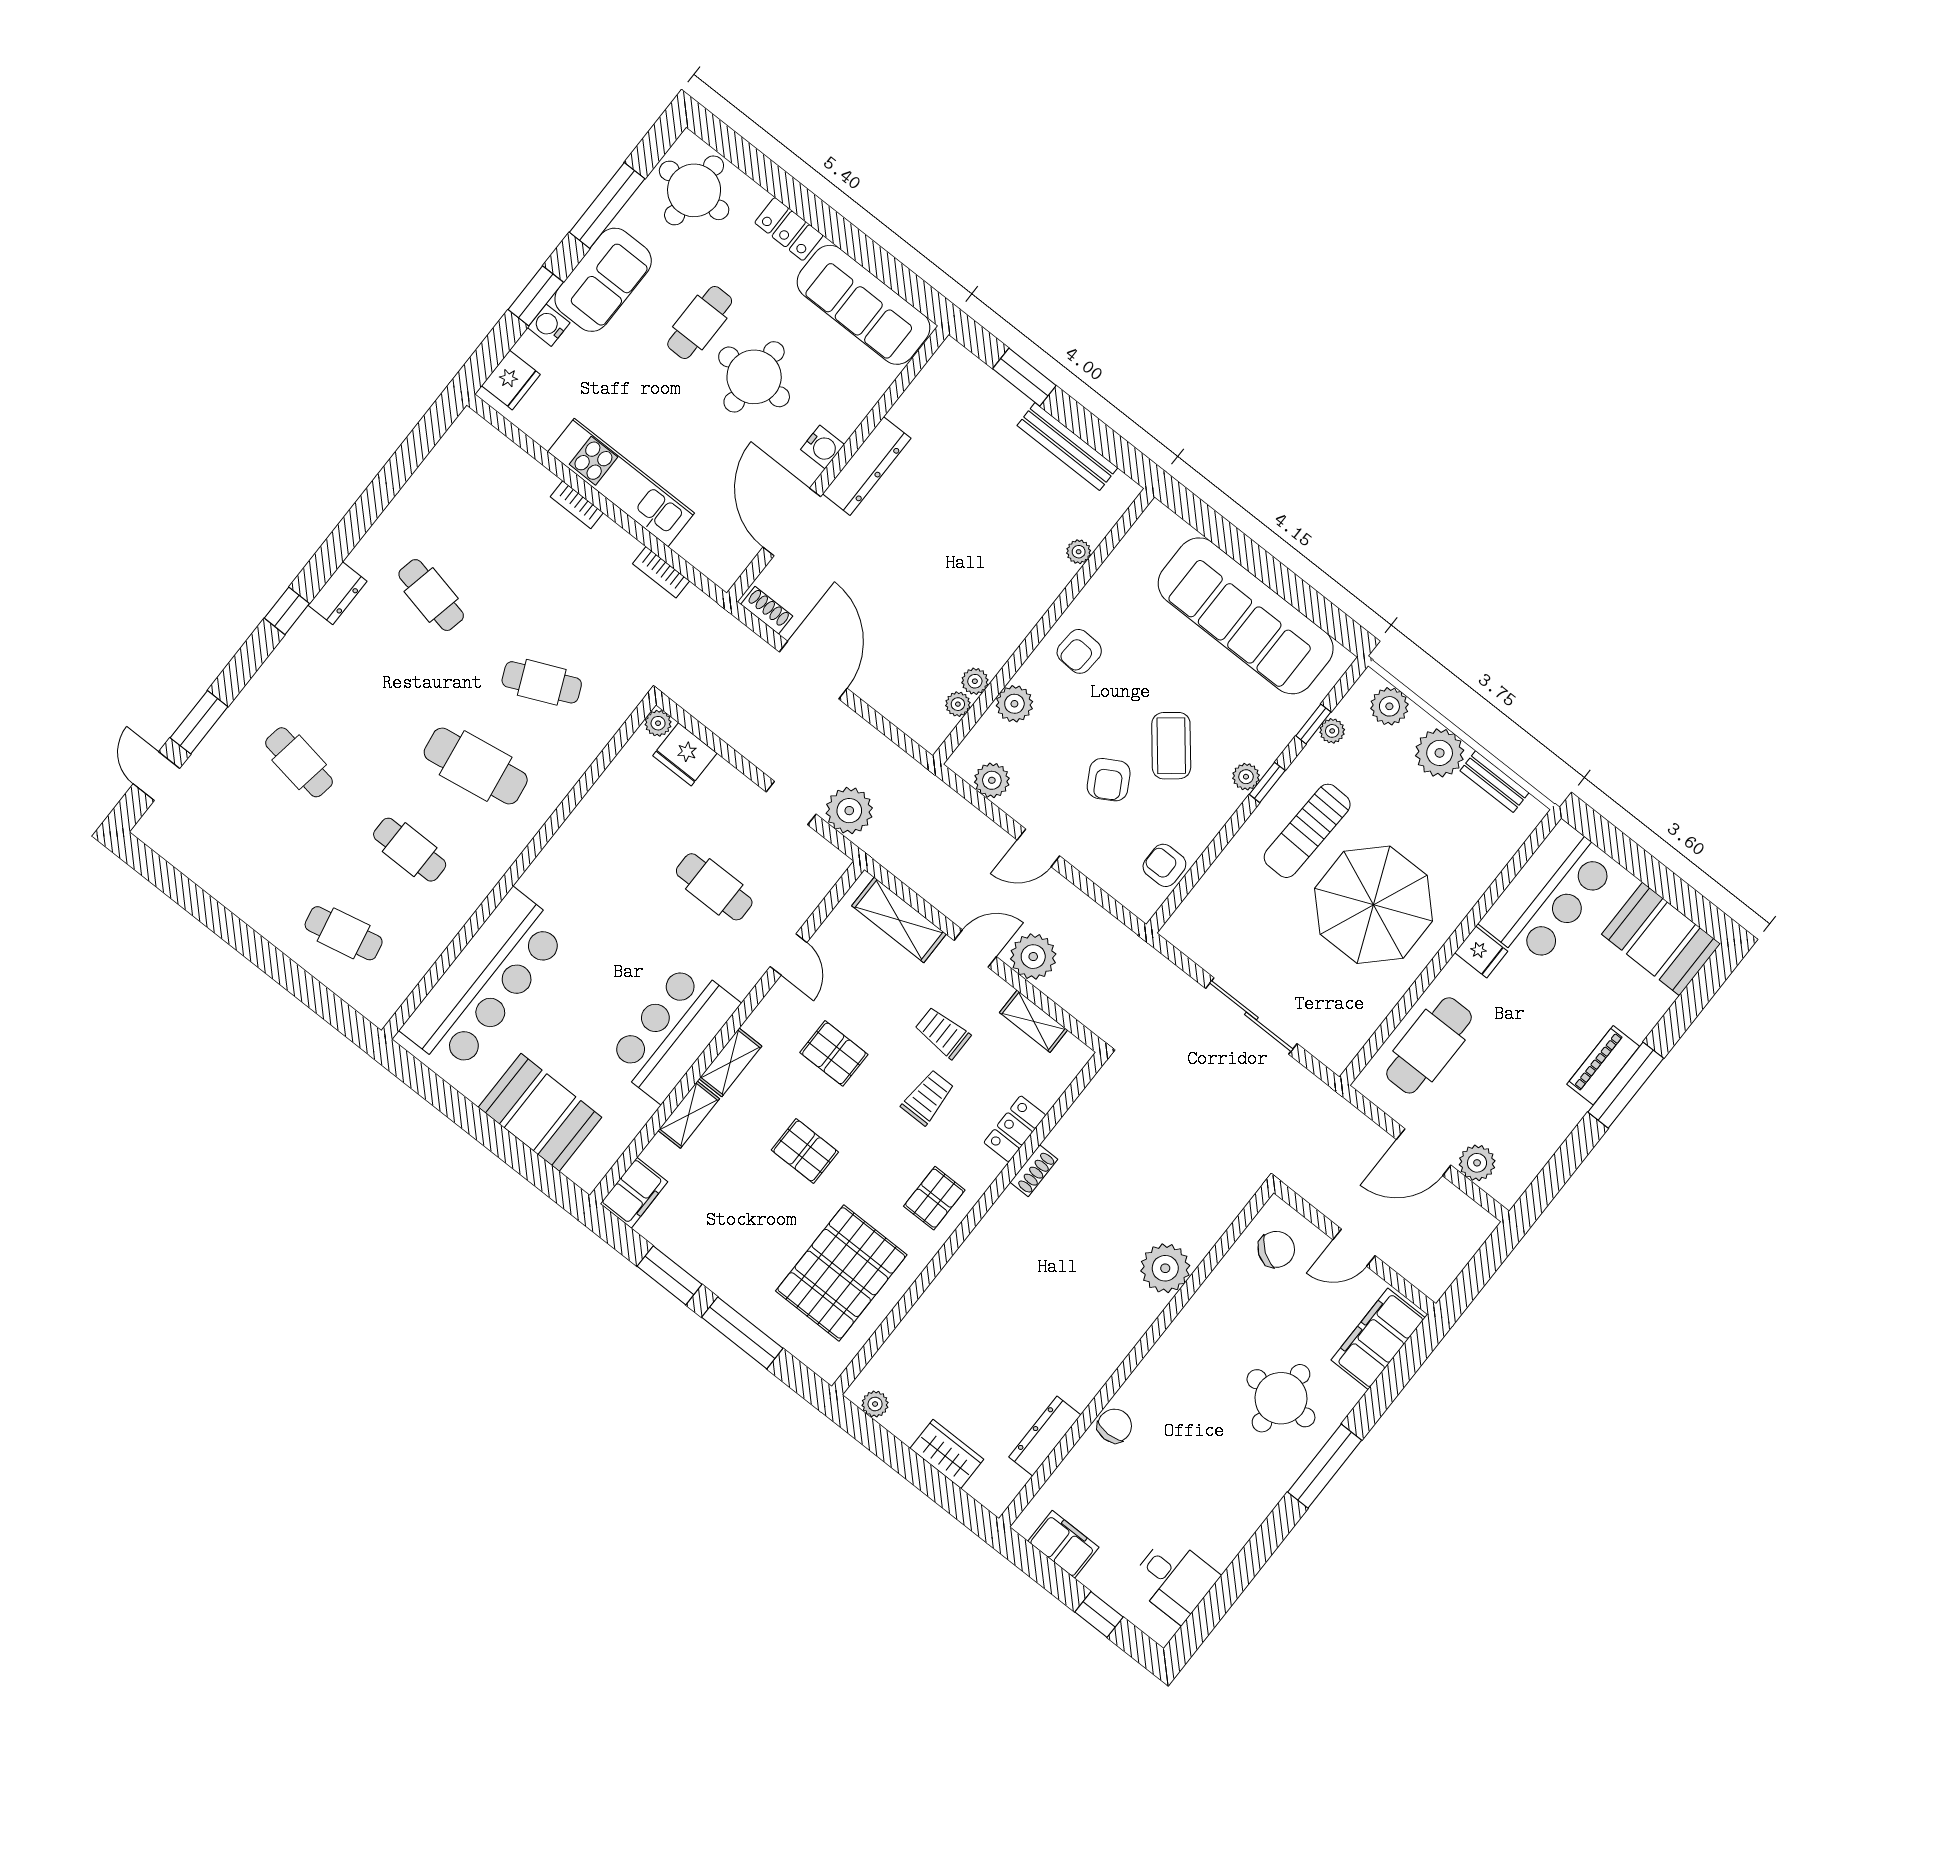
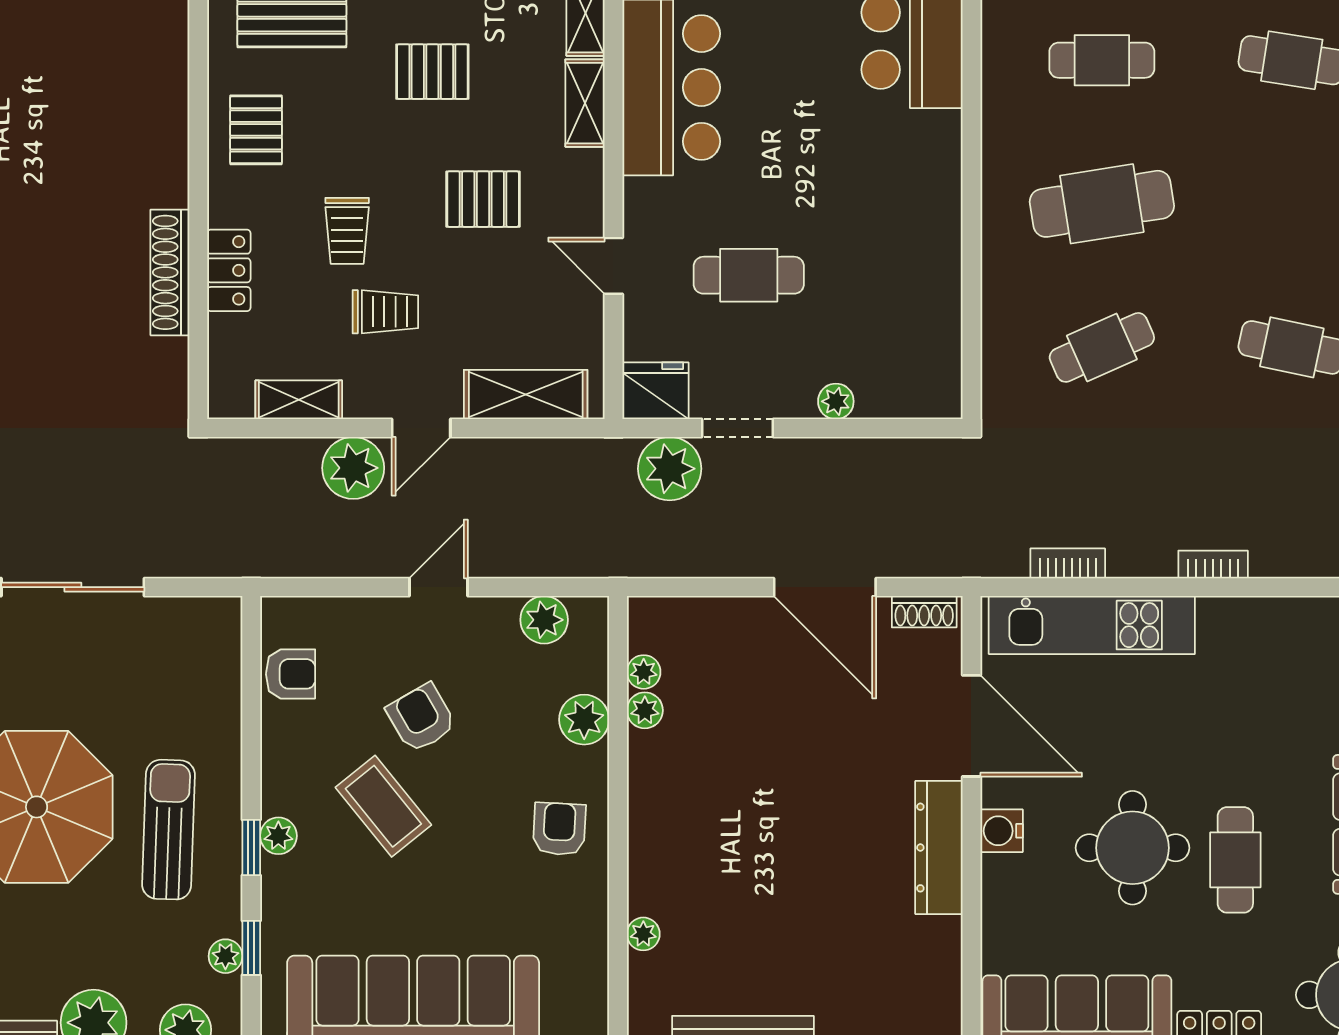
kitchen unit: (621, 482) -> (1092, 625), moved
plant: (658, 723) -> (836, 401), moved
fridge: (685, 754) -> (655, 391), moved
shoe rack: (1034, 1171) -> (170, 272), width x1.94, depth x1.24

